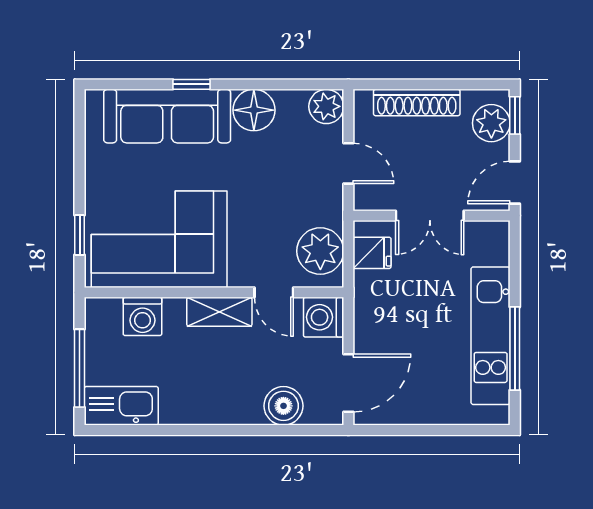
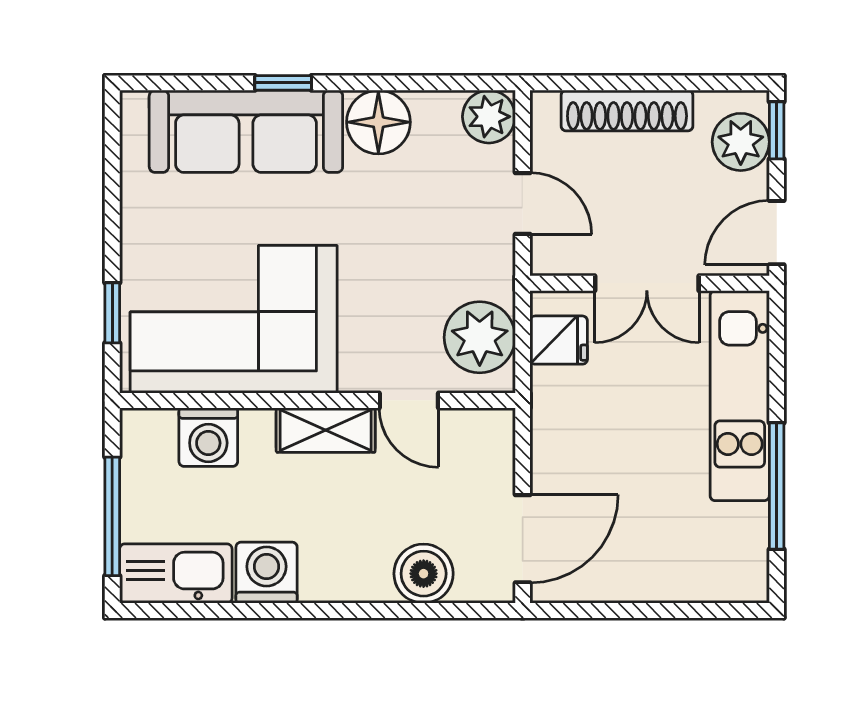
washing machine: (324, 317) -> (267, 573), moved, turned 90
kitchen unit: (491, 336) -> (740, 396), moved

